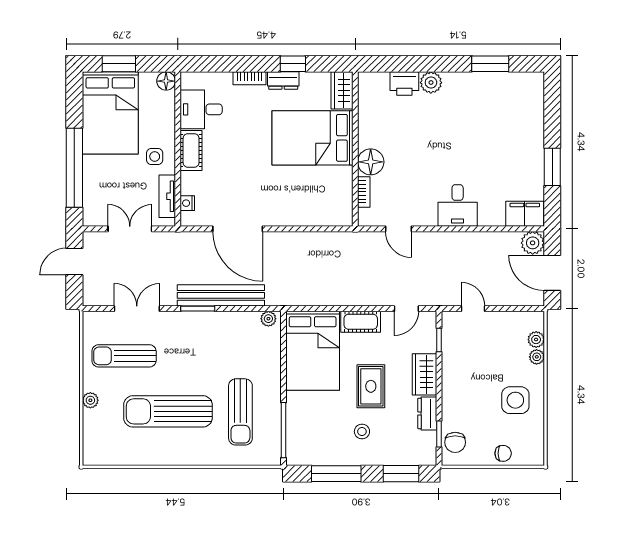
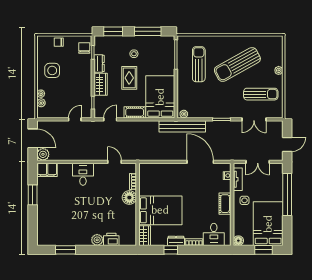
desk: (201, 109) -> (214, 234), moved, turned 90
bench: (221, 295) -> (182, 126), moved
door: (473, 309) -> (75, 119), swing flipped
sun lounger: (168, 411) -> (237, 64), turned 151

